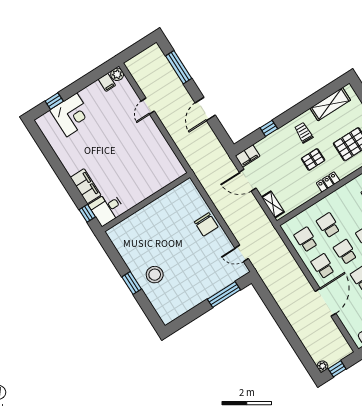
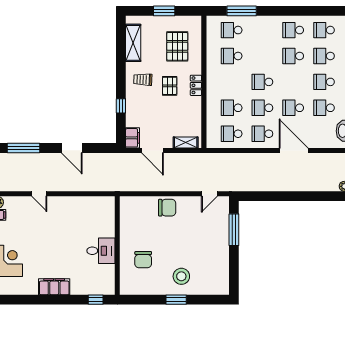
door: (248, 180) -> (153, 150), hinge flipped
filing cabinet: (86, 186) -> (54, 287), moved
desk: (107, 208) -> (101, 251), moved, turned -90
chair: (148, 232) -> (143, 260), added

